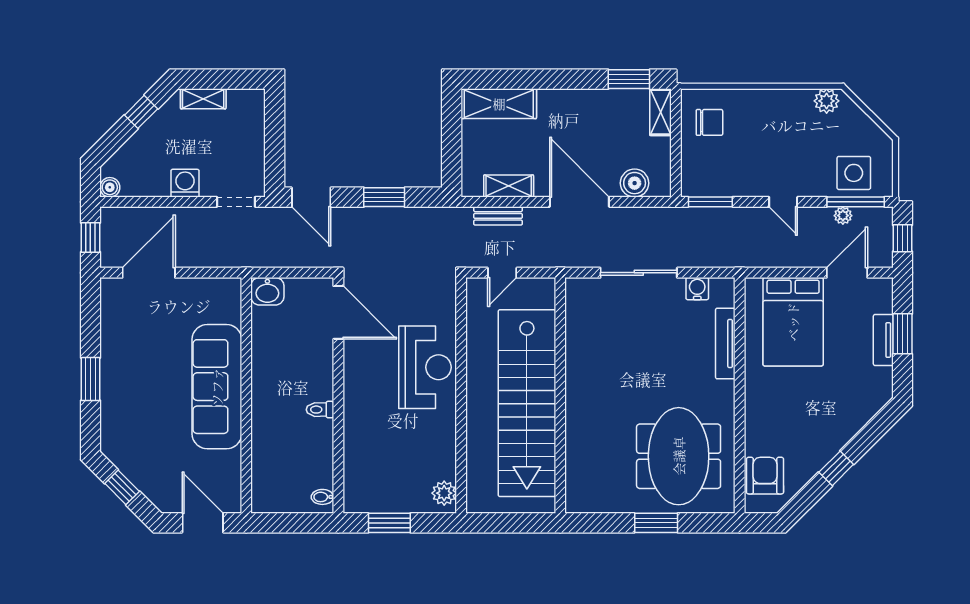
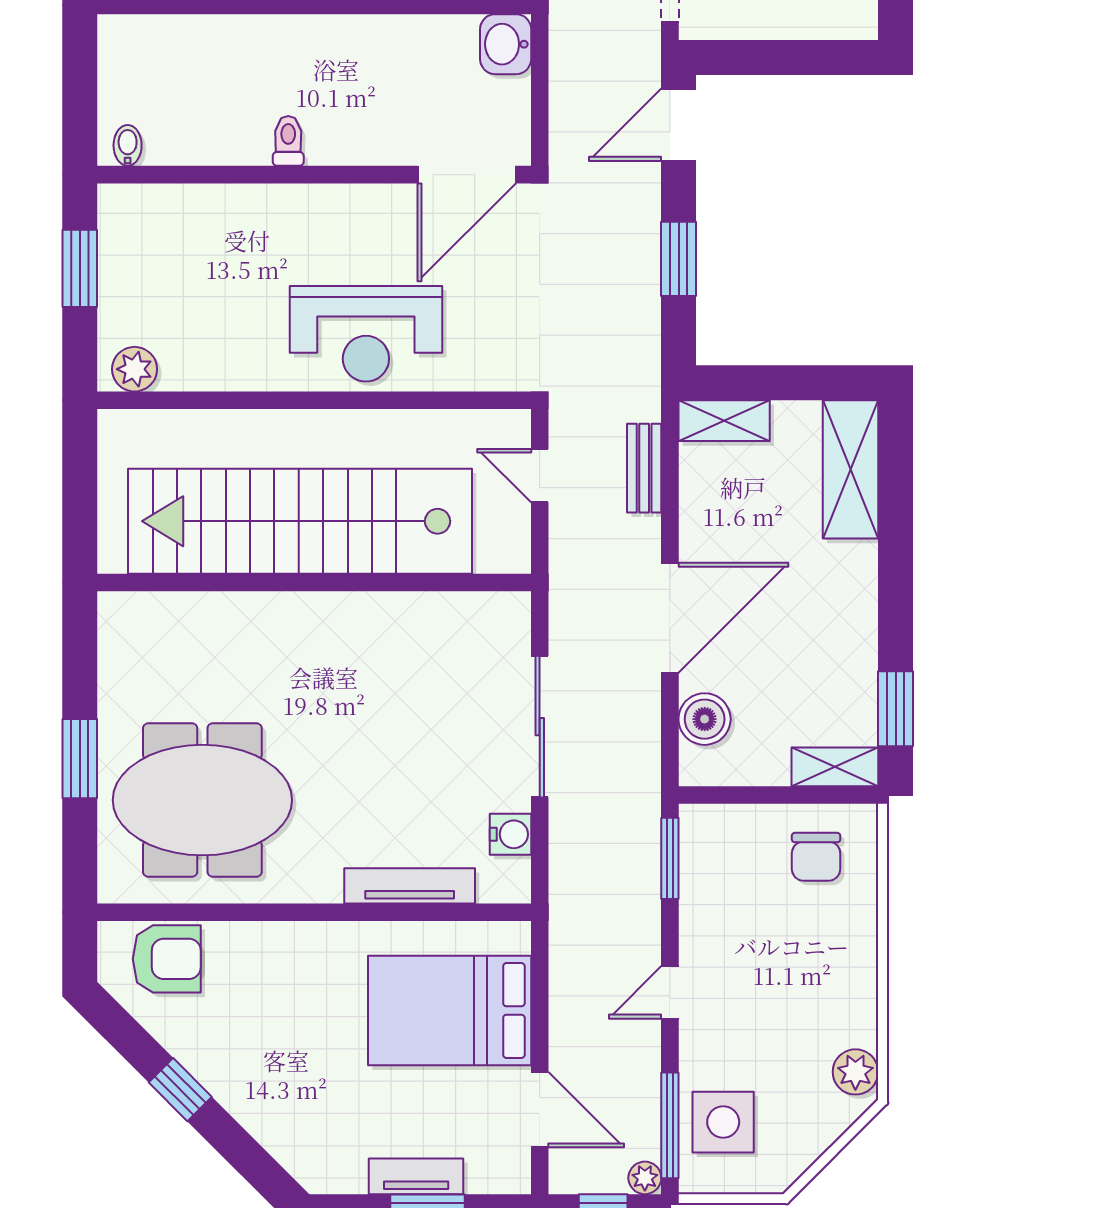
shelving: (509, 186) -> (724, 421), moved, turned 90
plant: (843, 216) -> (645, 1178), moved

